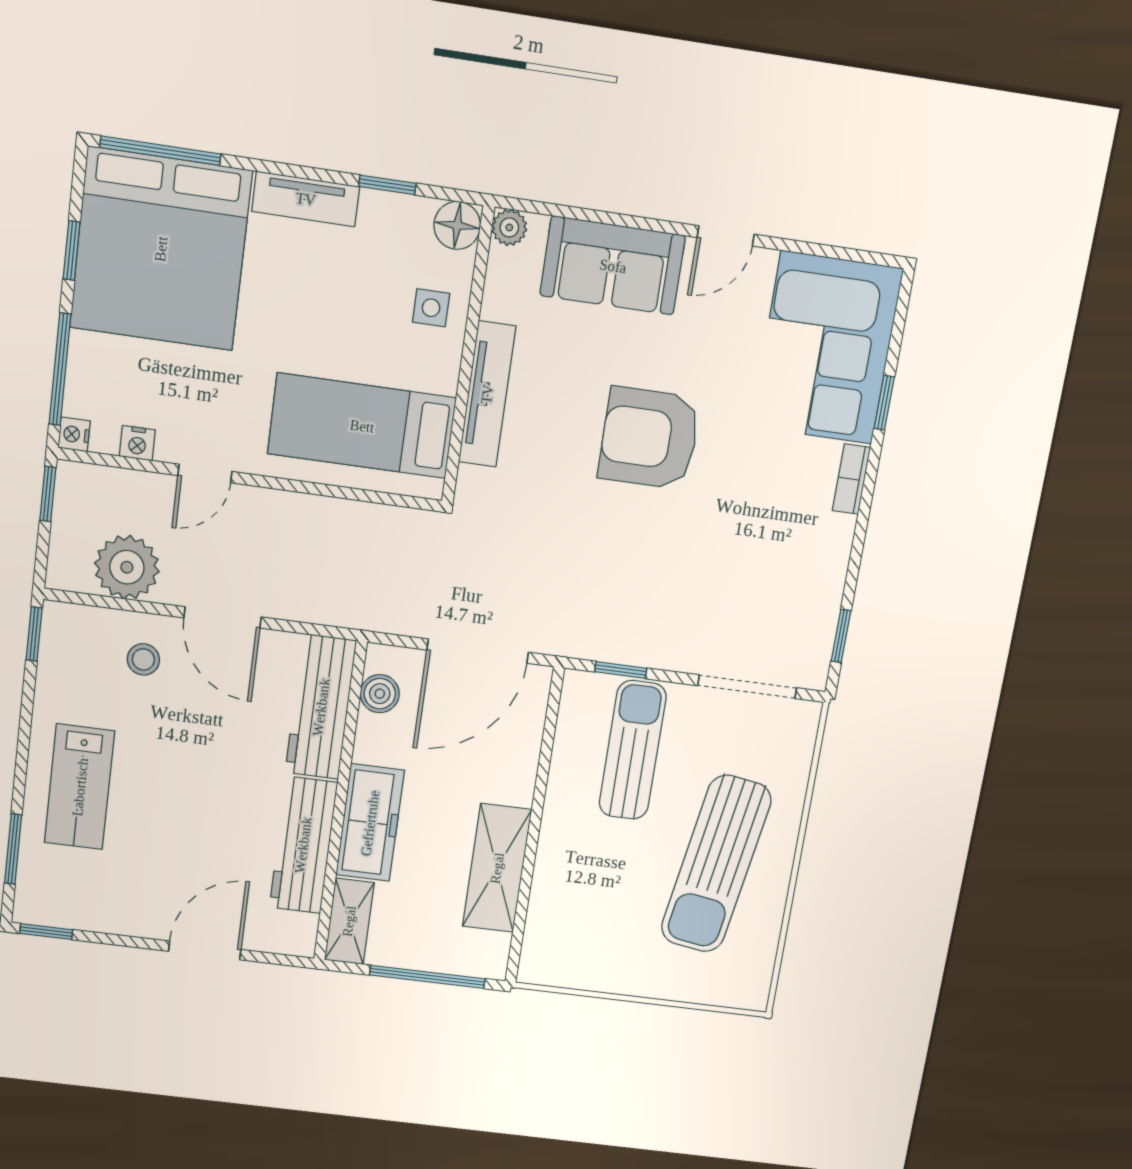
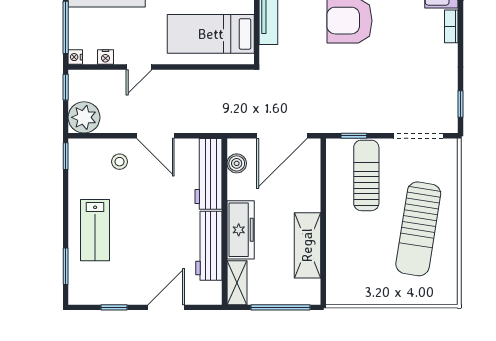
plant: (127, 567) -> (84, 117), moved
window: (46, 932) -> (114, 307), moved

